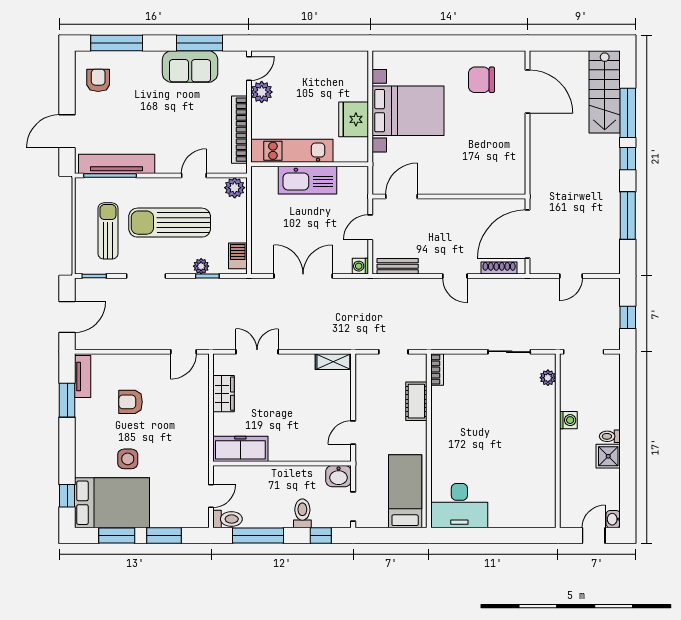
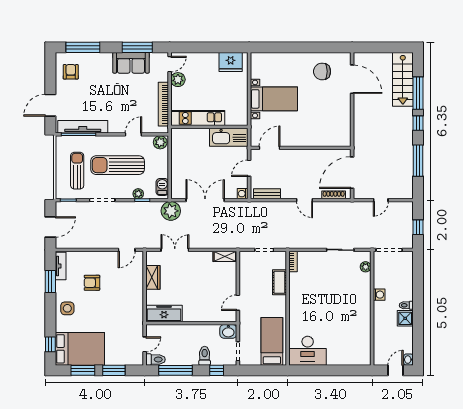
bed with nightstands: (408, 111) -> (274, 99), width x0.73
fridge: (354, 119) -> (231, 62), moved, turned -90
kitchen sink: (308, 180) -> (229, 137), moved
plant: (251, 292) -> (171, 211), added
side table: (128, 459) -> (67, 308), moved

